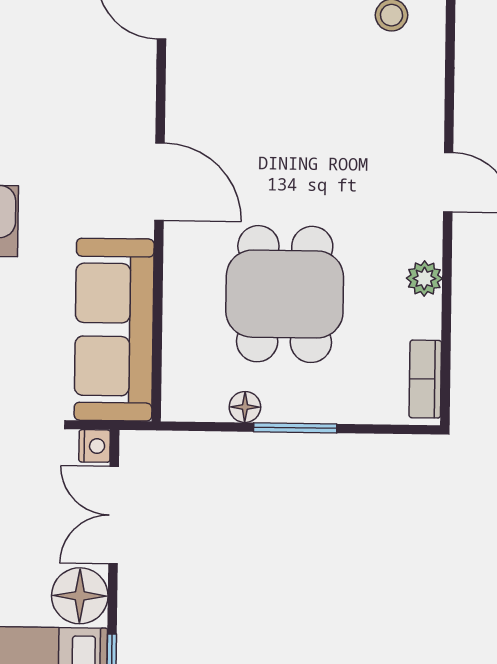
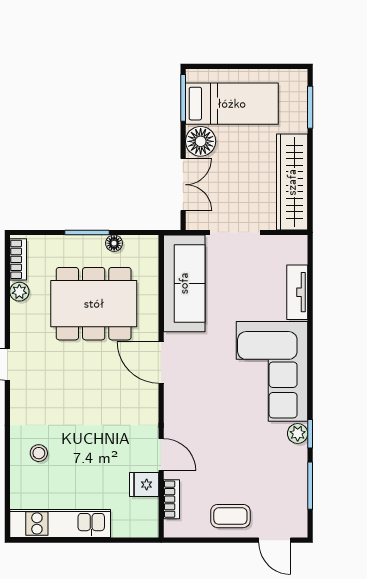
plant: (424, 278) -> (19, 292), moved
dining table: (285, 294) -> (94, 304), width x1.37
nightstand: (95, 446) -> (194, 221), removed

